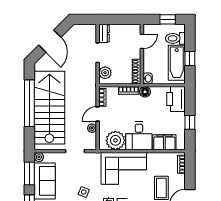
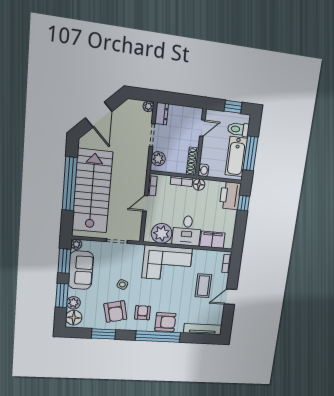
window: (190, 58) -> (250, 153), width x2.17
window: (190, 122) -> (244, 203), moved
plant: (92, 128) -> (148, 106), moved

